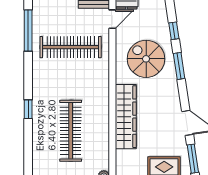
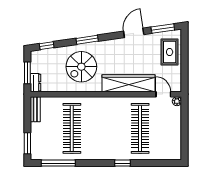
door: (112, 19) -> (163, 94), moved
window: (174, 31) -> (47, 46), moved
clothes rail: (71, 131) -> (140, 128), turned 90

